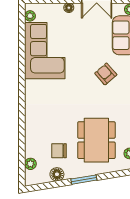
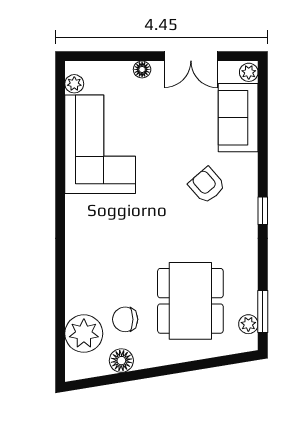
plant: (30, 164) -> (84, 334), width x1.88, depth x1.88
window: (84, 180) -> (168, 370), removed

